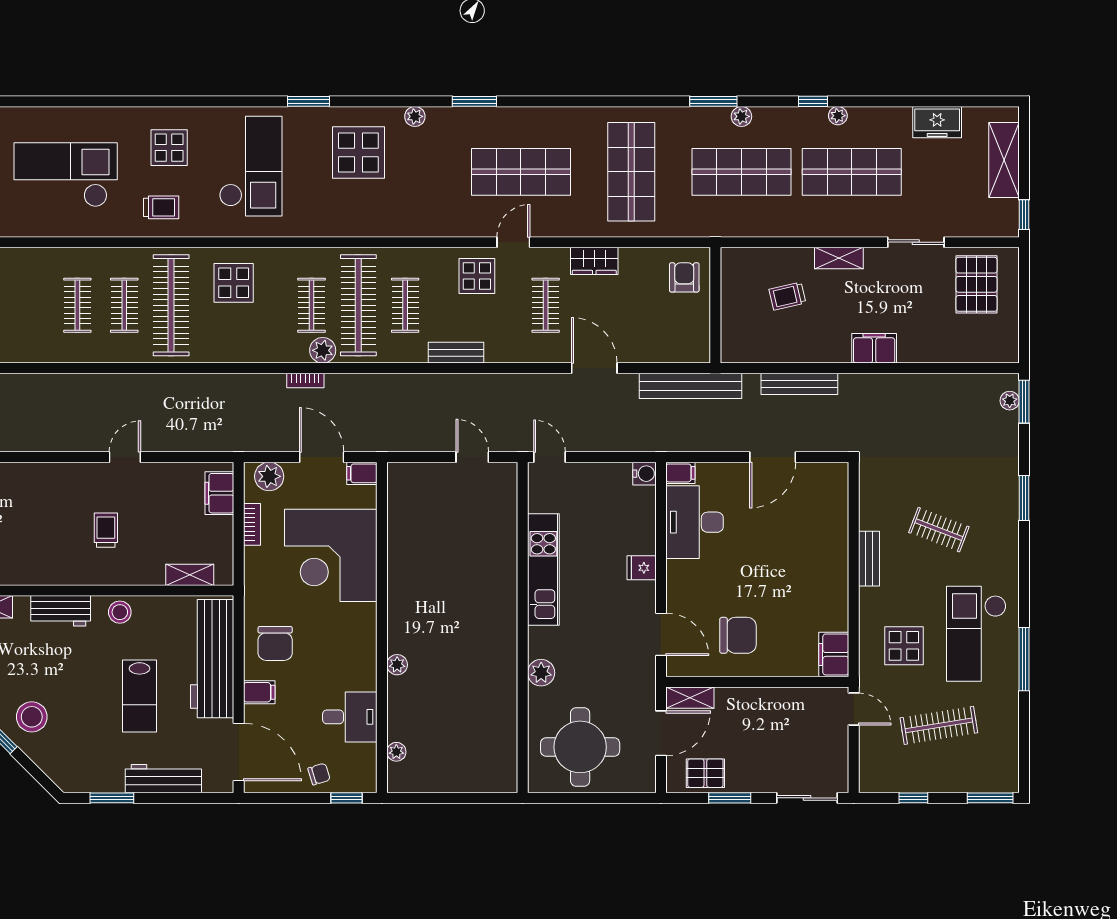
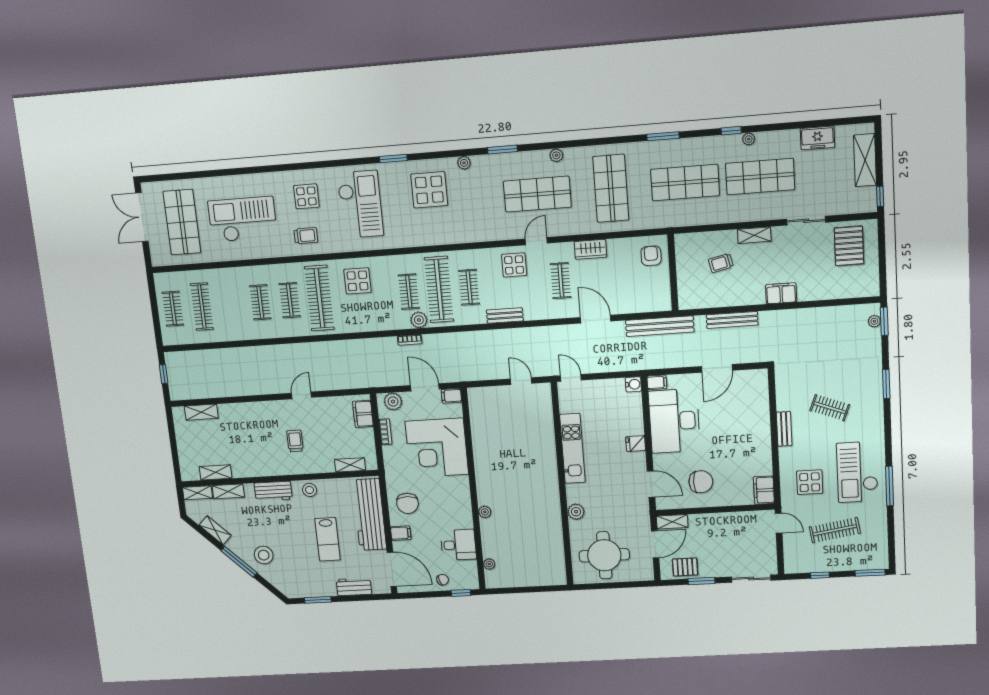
plant: (741, 116) -> (556, 155), moved
desk: (695, 522) -> (674, 421), width x1.36, depth x1.30
workbench: (163, 779) -> (354, 587), width x0.73

